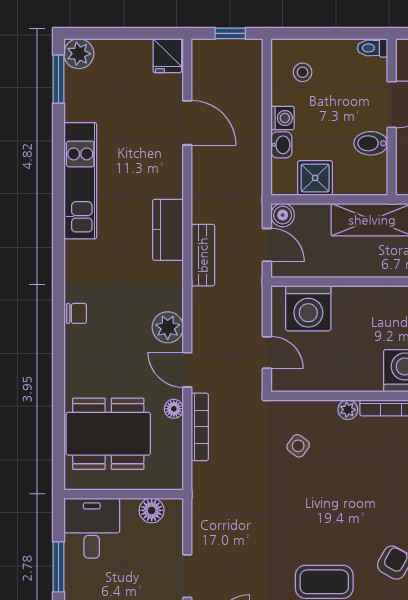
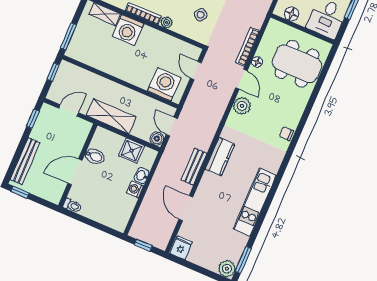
stool: (303, 72) -> (114, 209), removed
bench: (203, 255) -> (194, 167), moved

